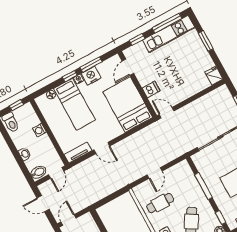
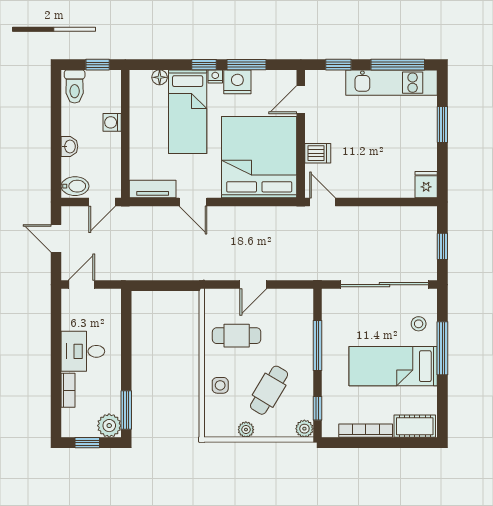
bed: (128, 105) -> (259, 157), width x1.36

